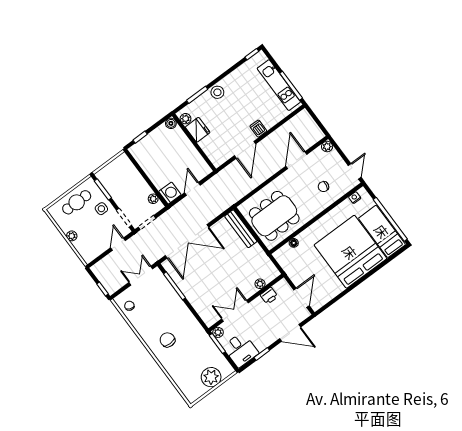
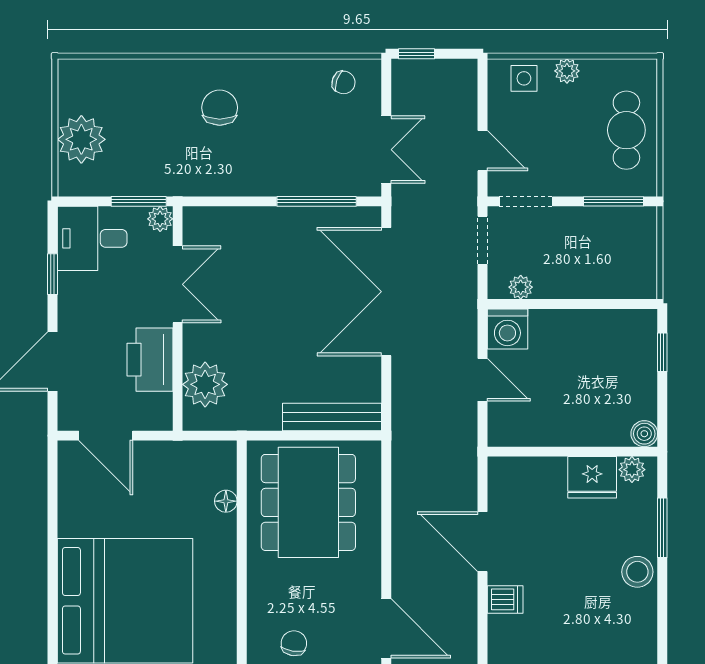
side table: (101, 209) -> (524, 78), moved
plant: (260, 284) -> (205, 384), width x1.87, depth x1.87
printer: (269, 296) -> (150, 360), width x1.87, depth x1.48
chair: (167, 340) -> (220, 108), turned -90

